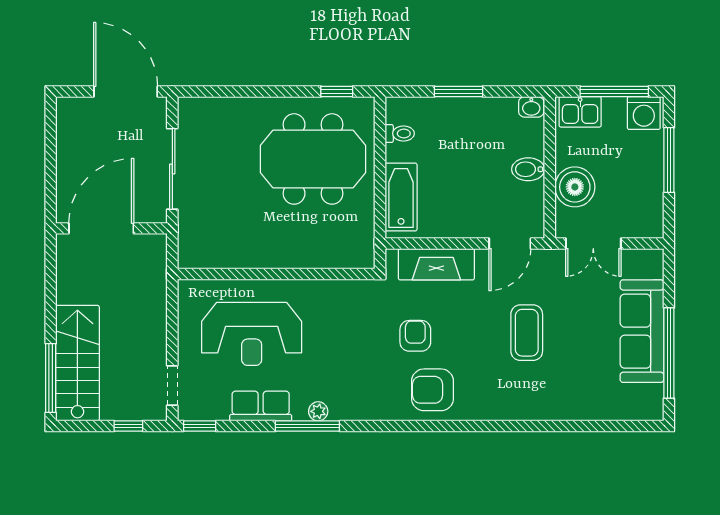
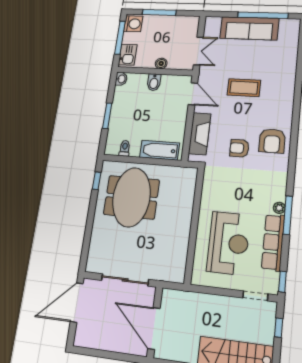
boiler: (575, 187) -> (161, 63), width x0.54, depth x0.54
row of seats: (261, 406) -> (273, 242), width x1.48

